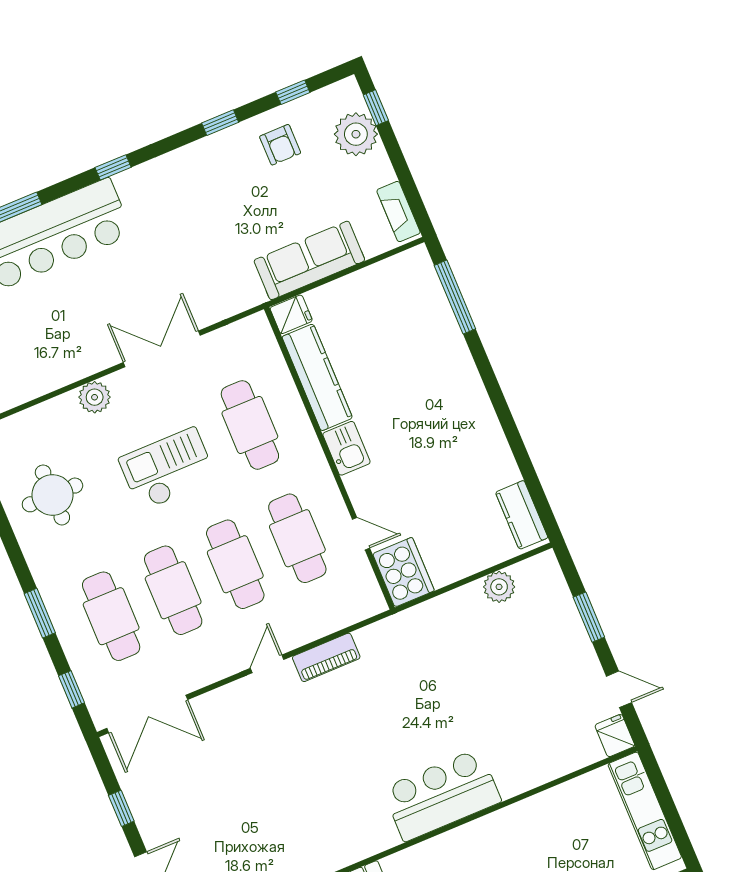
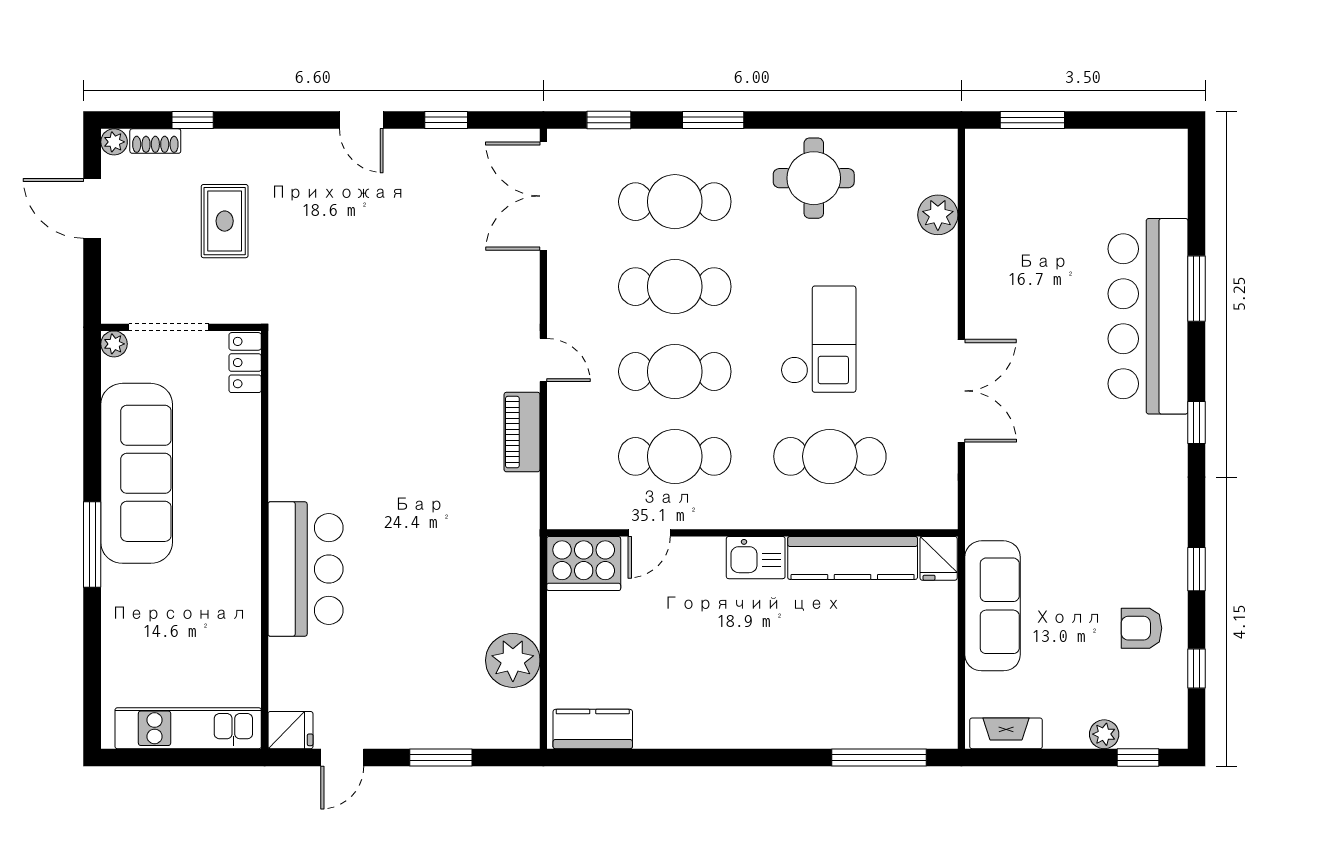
plant: (356, 134) -> (1104, 734), width x0.53, depth x0.53
plant: (95, 397) -> (938, 215), moved
round table: (52, 495) -> (814, 178), moved
plant: (499, 587) -> (513, 660), width x1.36, depth x1.36
bar counter: (442, 795) -> (306, 569), moved

